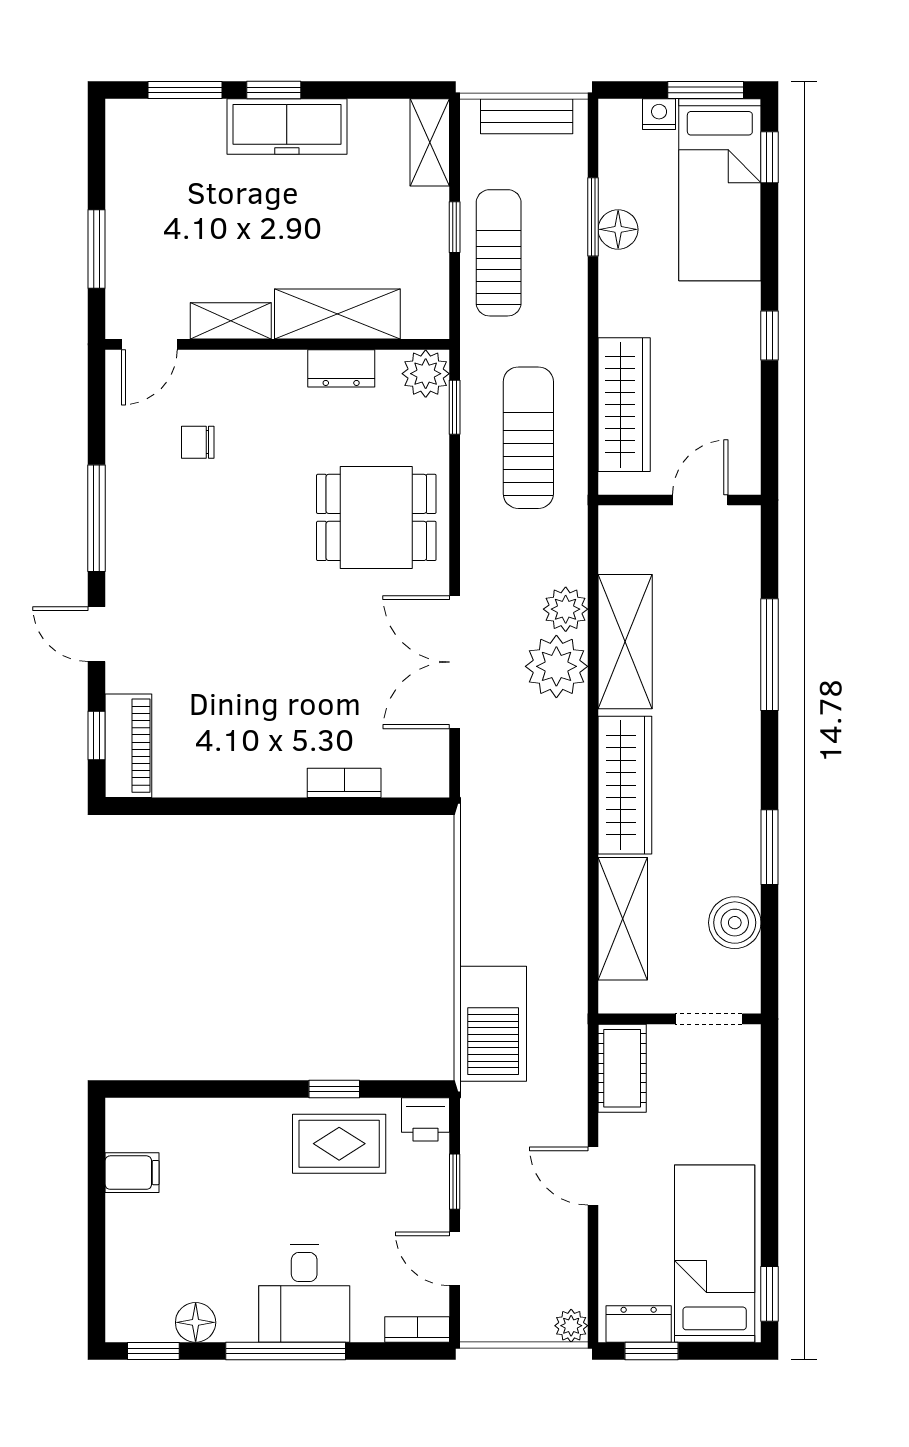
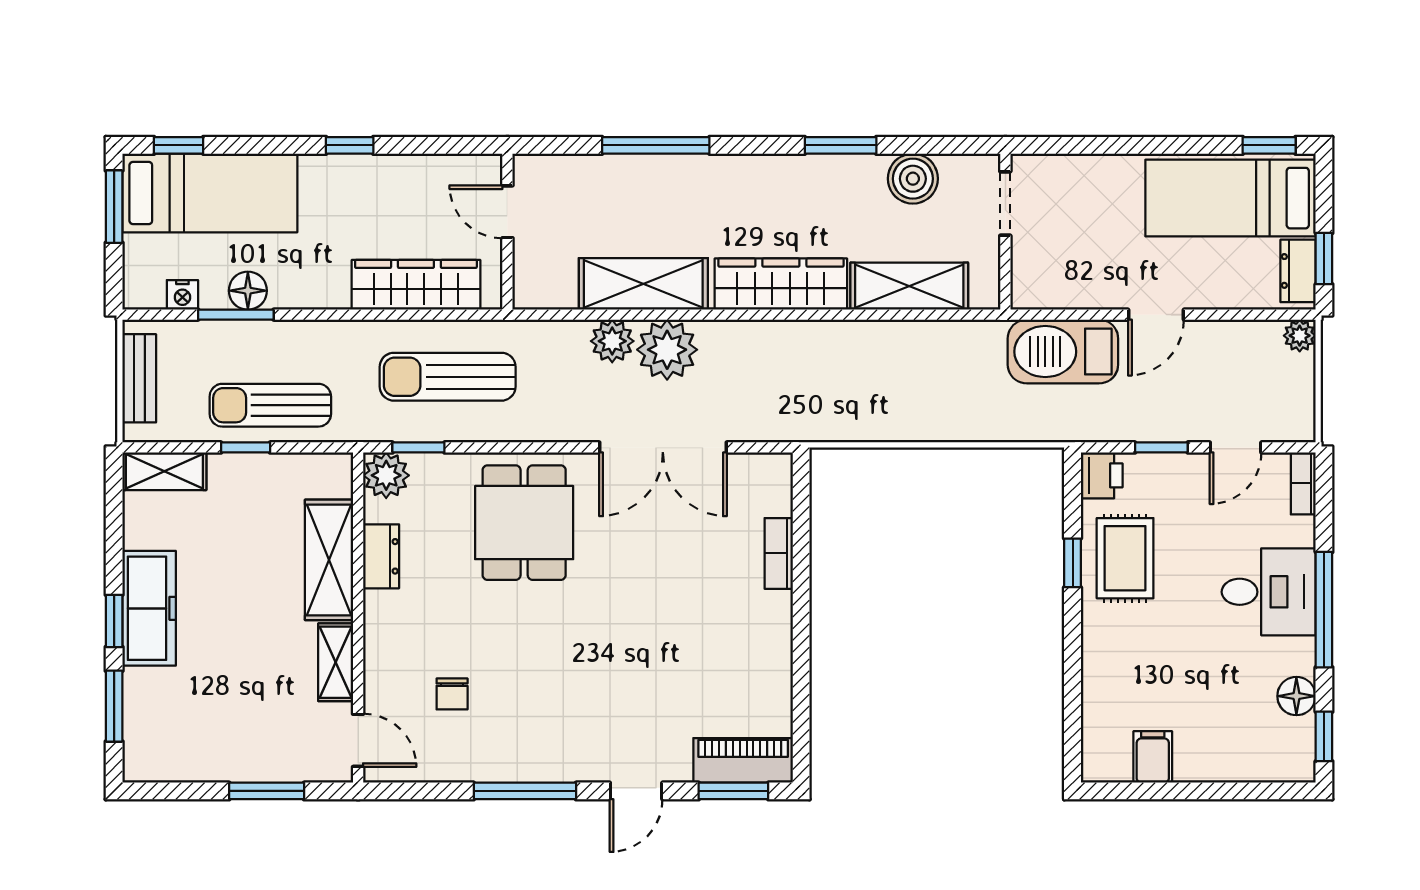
nightstand: (659, 114) -> (182, 295), moved, turned -90
window: (97, 736) -> (733, 791), width x1.50
barbecue: (493, 1024) -> (1063, 352), moved, turned 180
cot: (622, 1068) -> (1053, 287), removed

